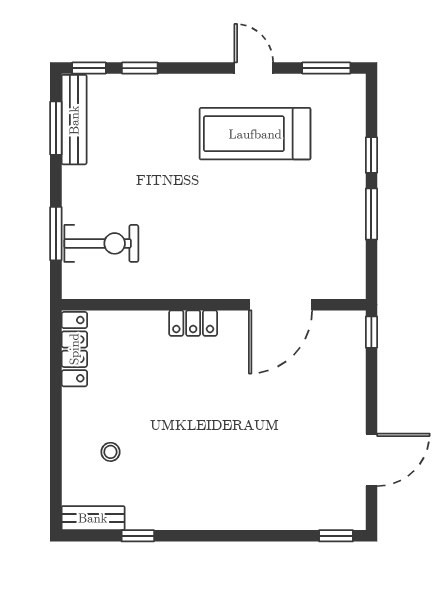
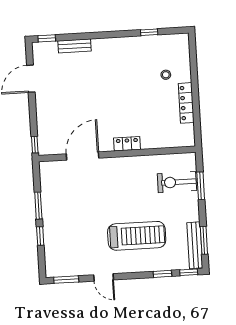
treadmill: (255, 134) -> (137, 236), moved
locker: (74, 349) -> (186, 103), moved
bench: (93, 518) -> (75, 46), moved

